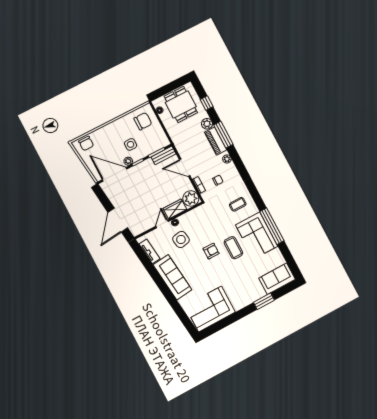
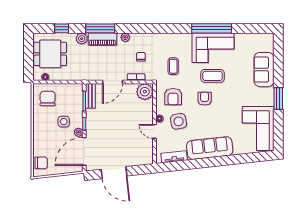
coffee table: (238, 204) -> (173, 66), moved
wardrobe: (175, 209) -> (147, 112), removed
door: (118, 220) -> (114, 173), moved
armchair: (199, 224) -> (173, 97), added
sofa: (277, 279) -> (264, 70), moved
window: (264, 301) -> (278, 98), moved

